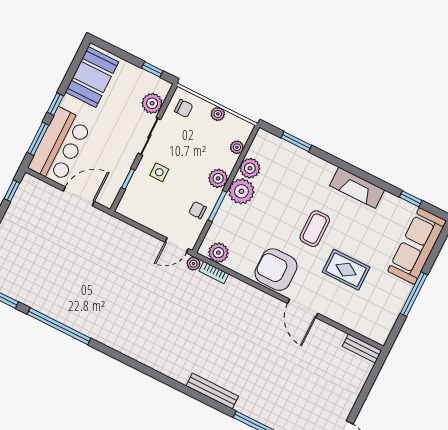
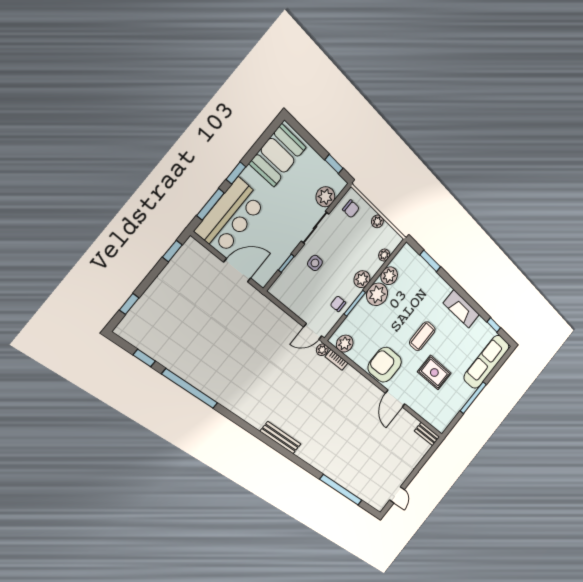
bench: (212, 391) -> (281, 438), moved

